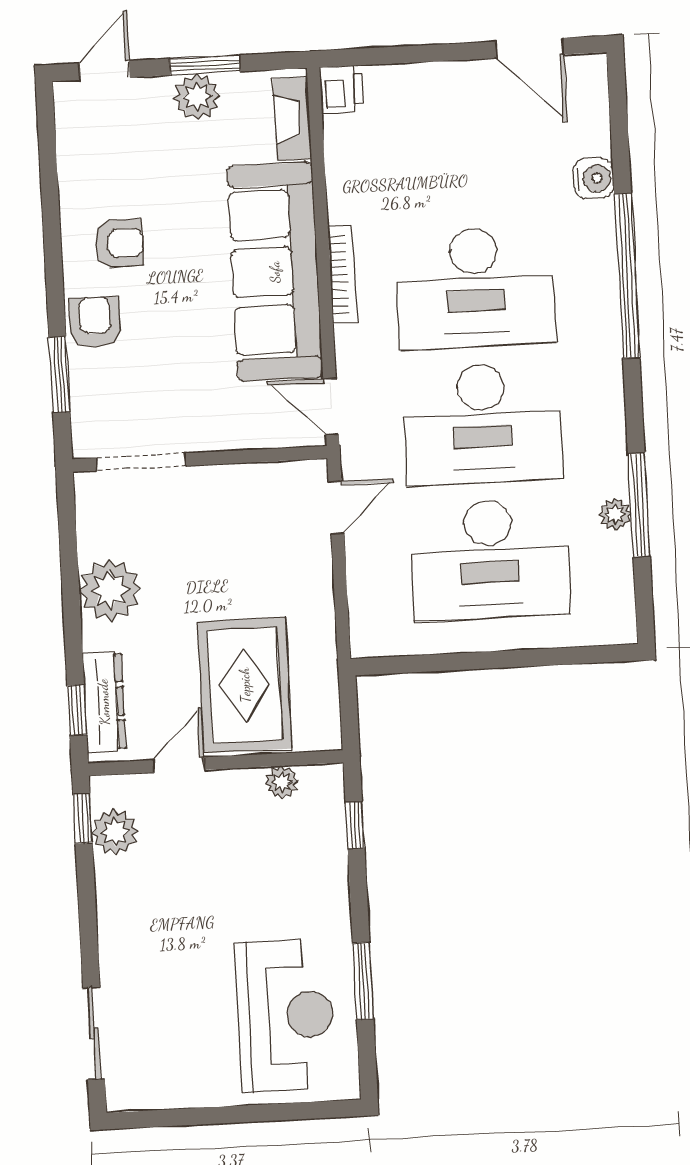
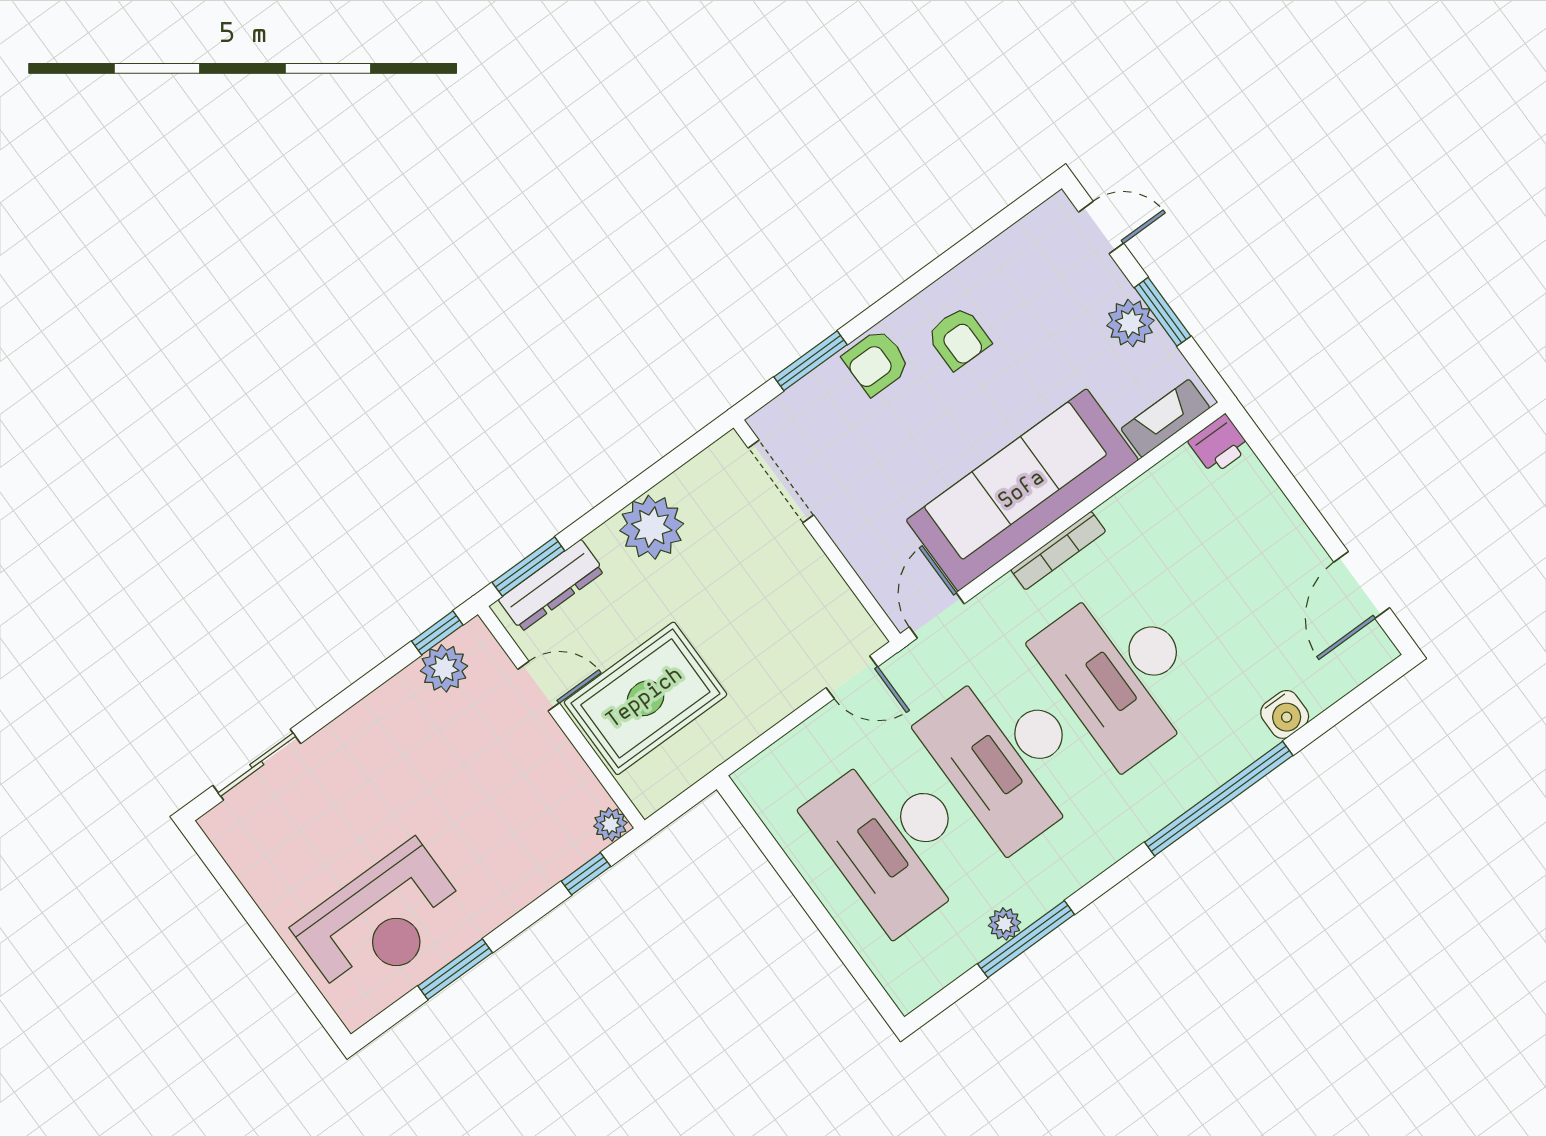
armchair: (95, 322) -> (876, 362), turned 180
window: (77, 710) -> (528, 566), width x1.50
plant: (282, 782) -> (610, 824), moved

